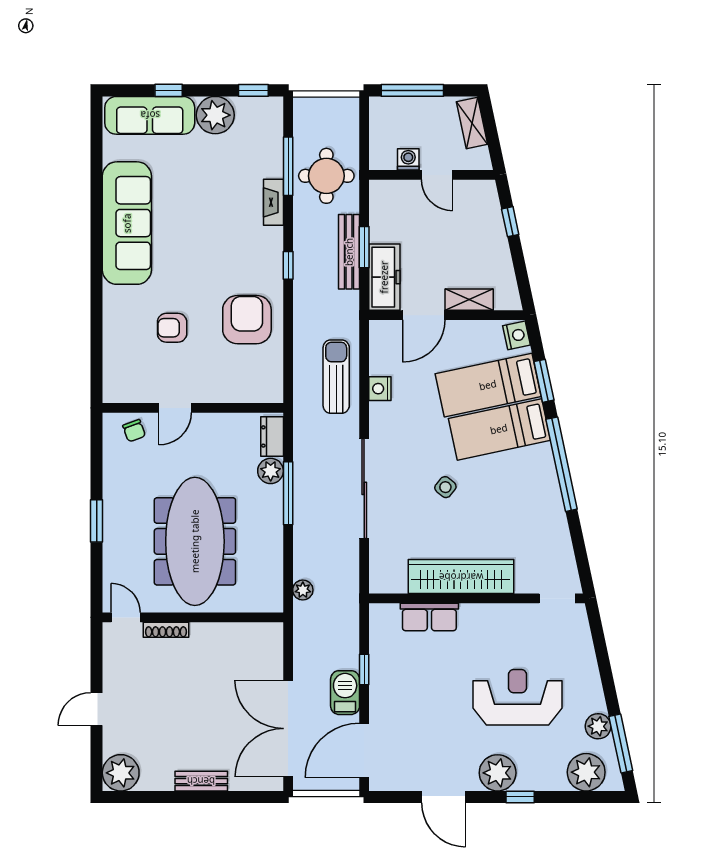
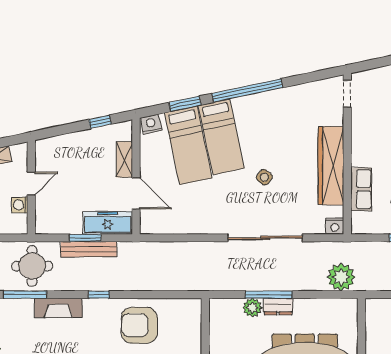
fireplace: (273, 202) -> (58, 308), width x1.37, depth x1.32
window: (510, 222) -> (100, 122), moved
sun lounger: (336, 377) -> (182, 259), removed
nightstand: (380, 389) -> (335, 226), moved
dresser: (272, 436) -> (278, 307), moved
plant: (303, 590) -> (341, 277), width x1.88, depth x1.88

